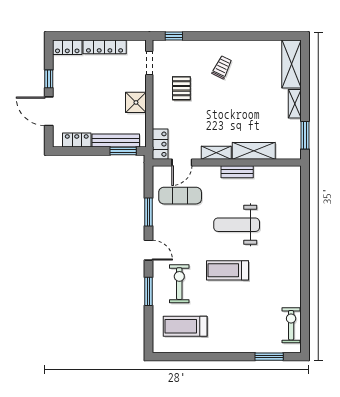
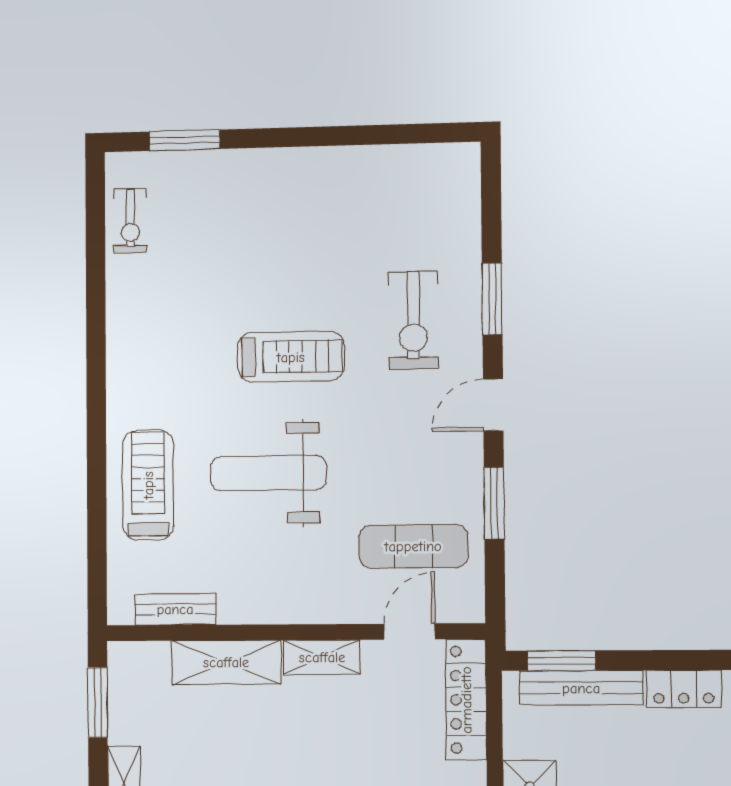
locker: (160, 144) -> (466, 700), width x1.53
bench: (237, 172) -> (175, 609), moved
weight bench: (237, 225) -> (268, 473), turned 180
door: (149, 250) -> (493, 405), hinge flipped
exercise bike: (291, 325) -> (130, 221), width x0.73, depth x0.72
treadmill: (185, 326) -> (148, 485), moved, turned -90

